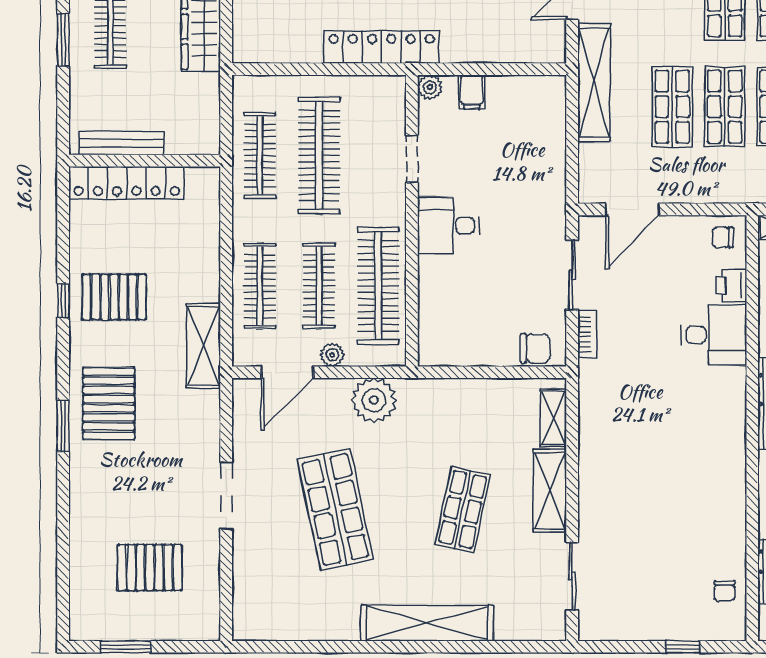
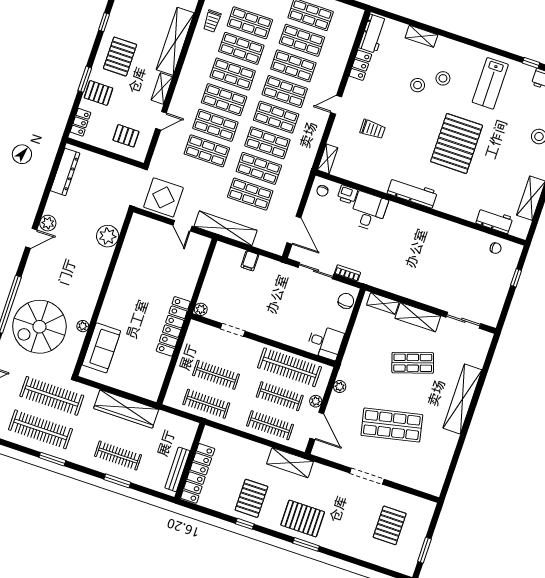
filing cabinet: (472, 92) -> (250, 261), moved, turned 90
clothes rail: (319, 156) -> (216, 375), width x0.73, depth x0.76
desk: (448, 225) -> (325, 342), moved, turned -90
plant: (374, 400) -> (340, 387), width x0.53, depth x0.53
shop shelf: (463, 510) -> (413, 363), turned -30

